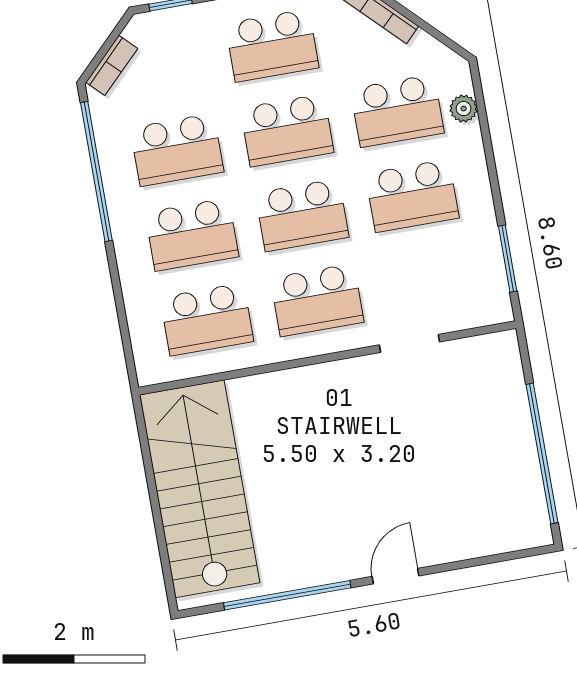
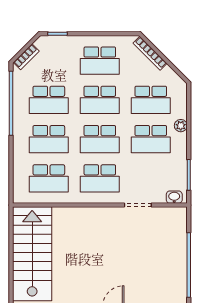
plant: (464, 109) -> (181, 126), moved
washbasin: (485, 312) -> (174, 197), added

